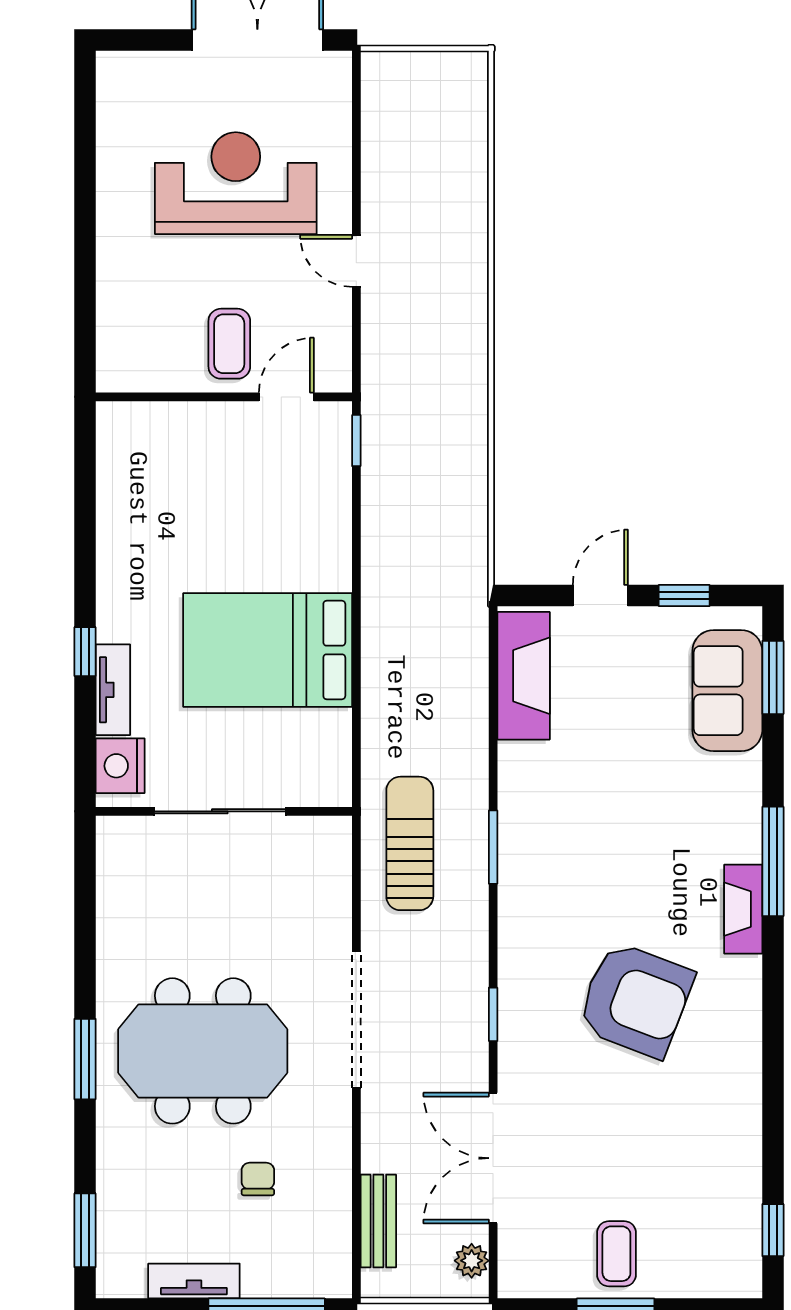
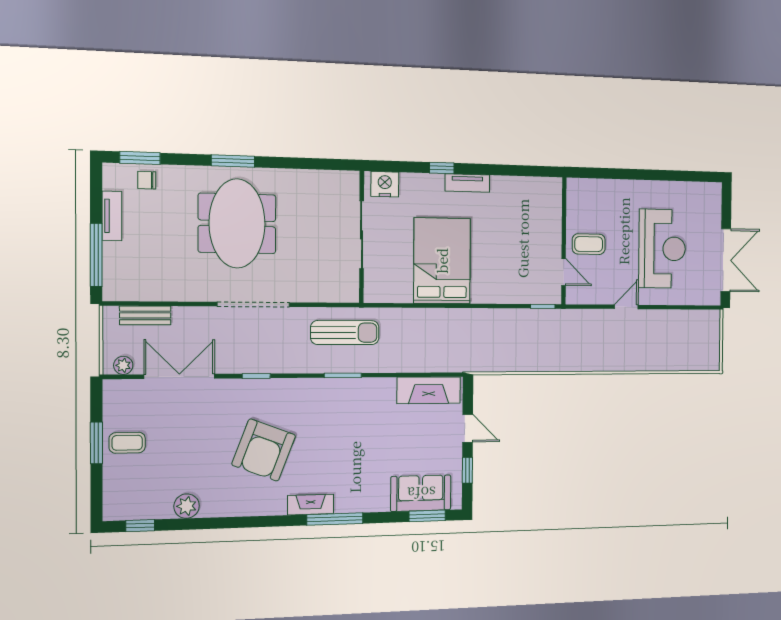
tv unit: (113, 690) -> (467, 183), moved
plant: (739, 1145) -> (187, 506), added
chair: (258, 1179) -> (147, 180), moved, turned 180

